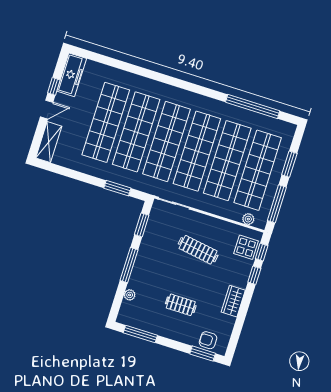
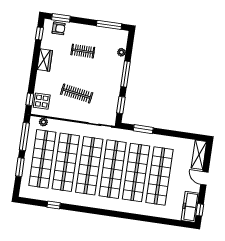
window: (54, 86) -> (200, 210), moved
window: (253, 107) -> (54, 205), width x0.32
door: (47, 110) -> (204, 178), hinge flipped
window: (254, 275) -> (39, 33), moved

